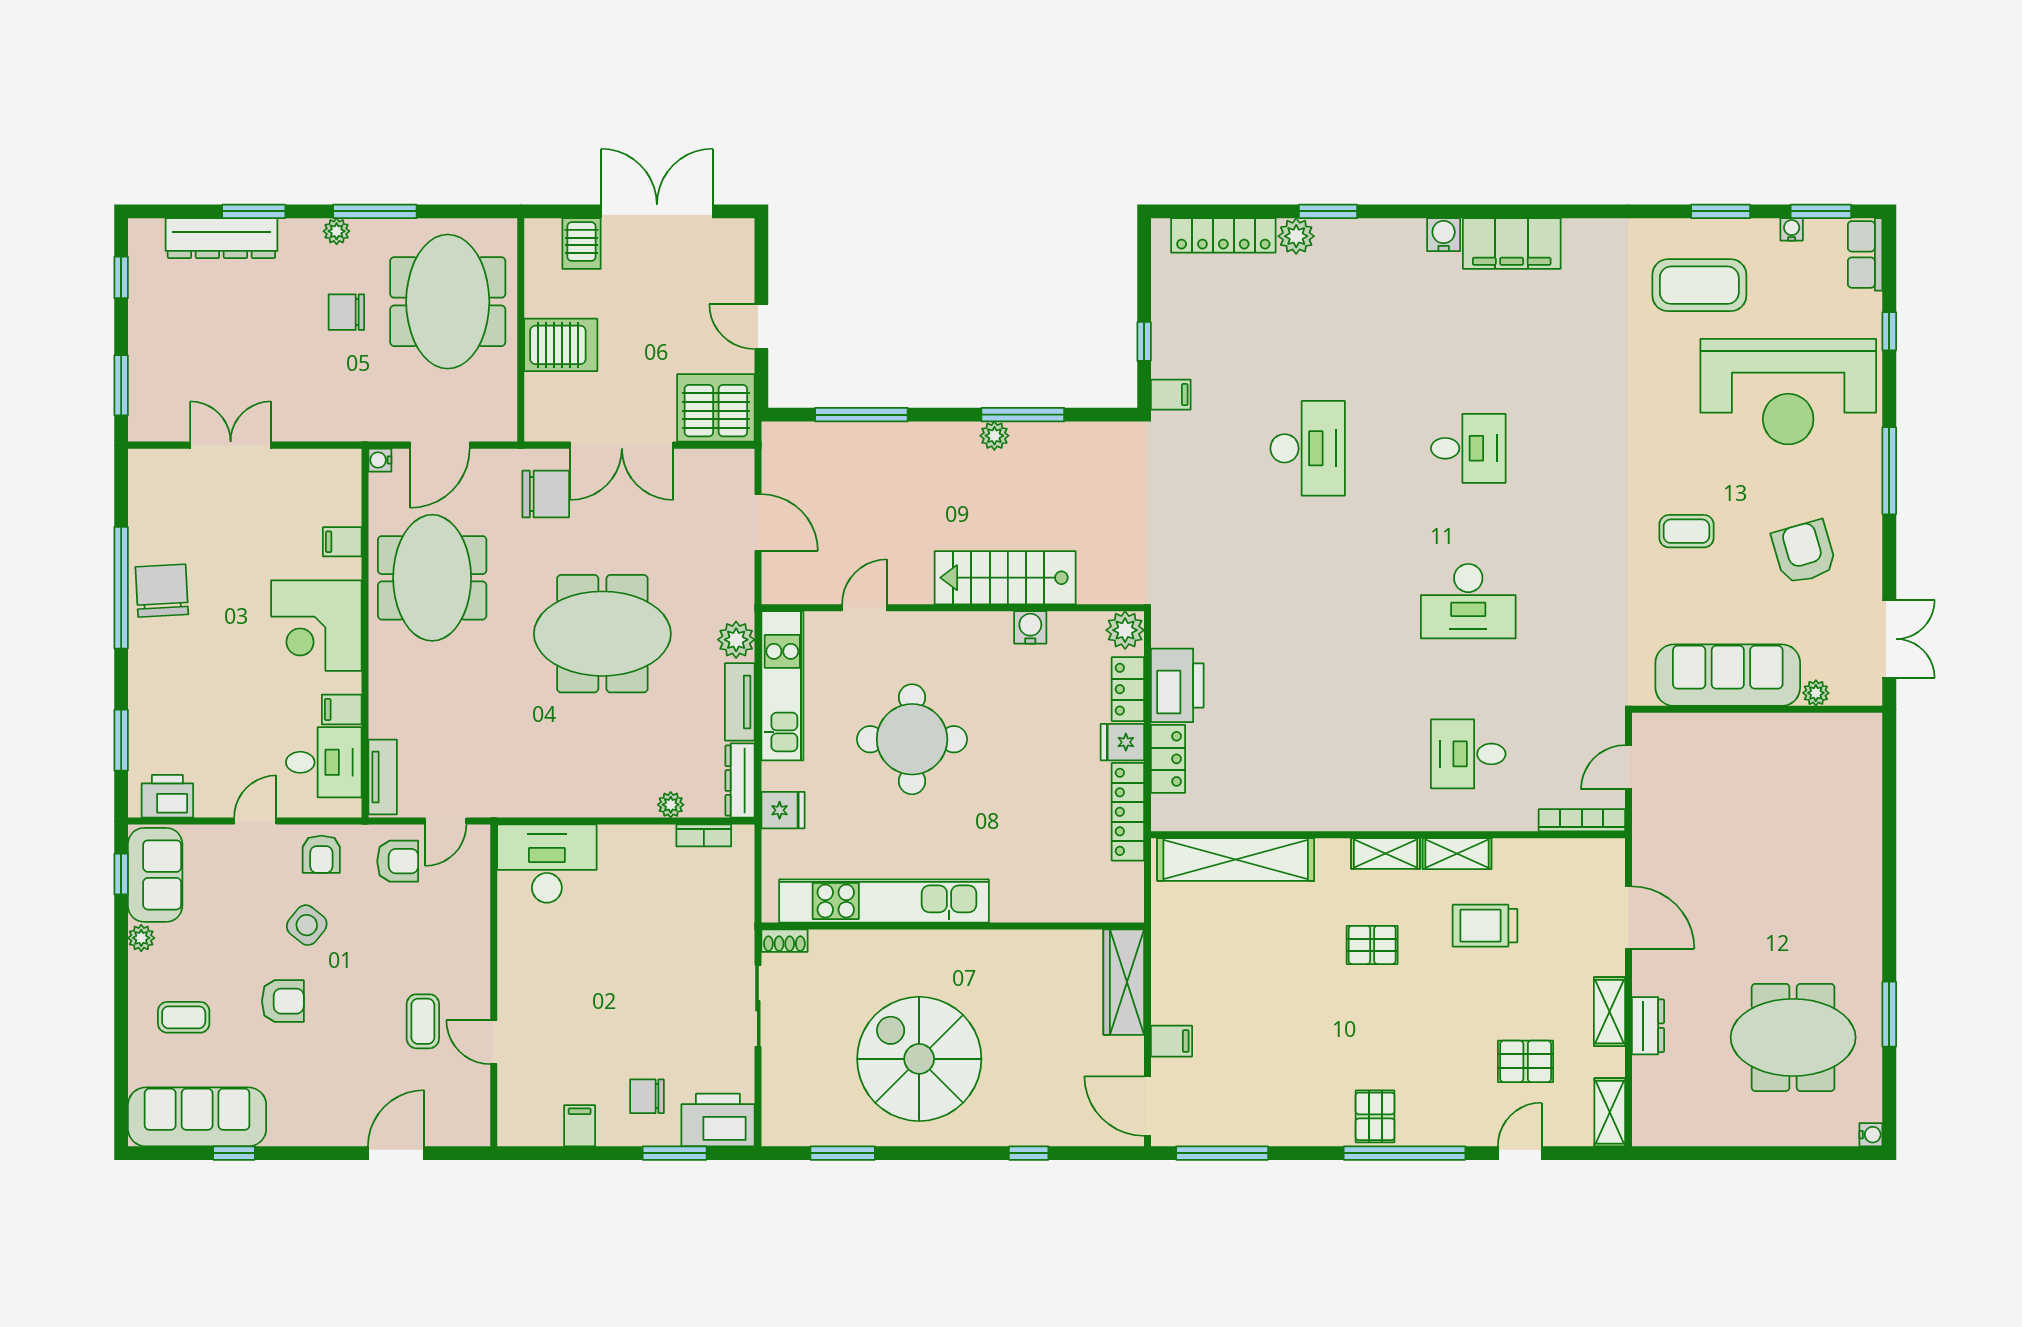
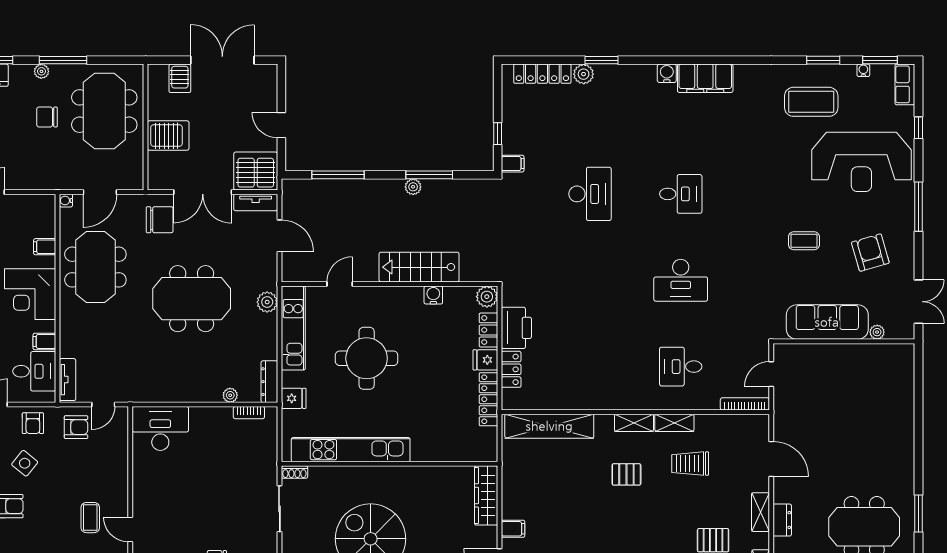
tv unit: (740, 702) -> (256, 202), moved, turned -90

